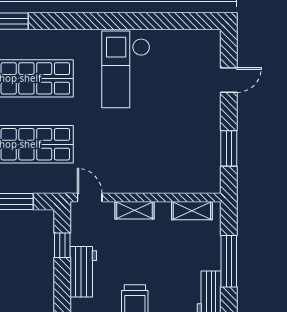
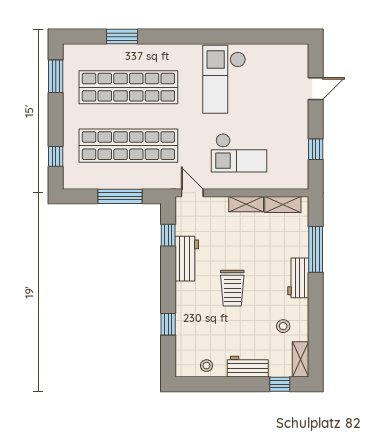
window: (229, 148) -> (316, 149), width x0.67
checkout: (142, 152) -> (239, 153), added
shelving: (134, 210) -> (246, 204), moved

